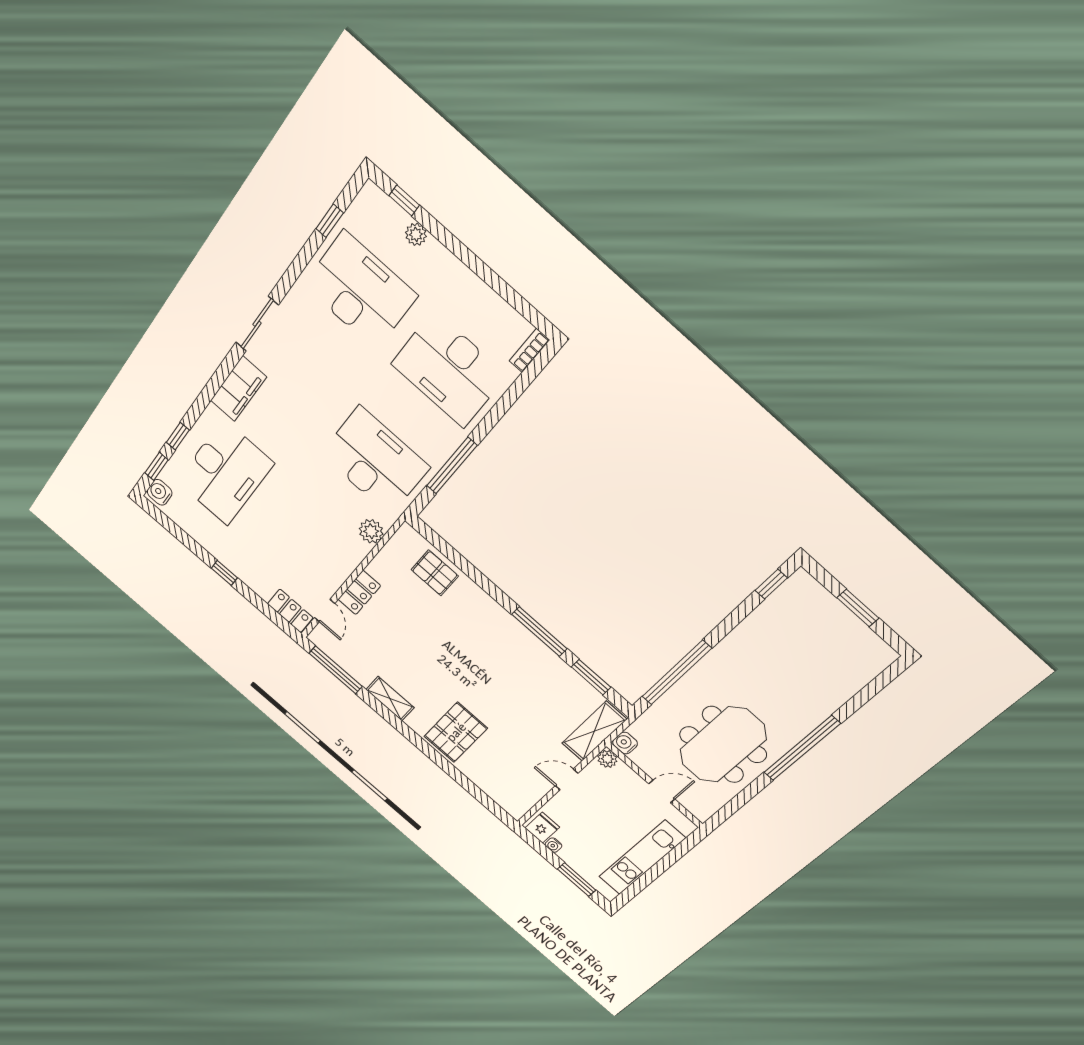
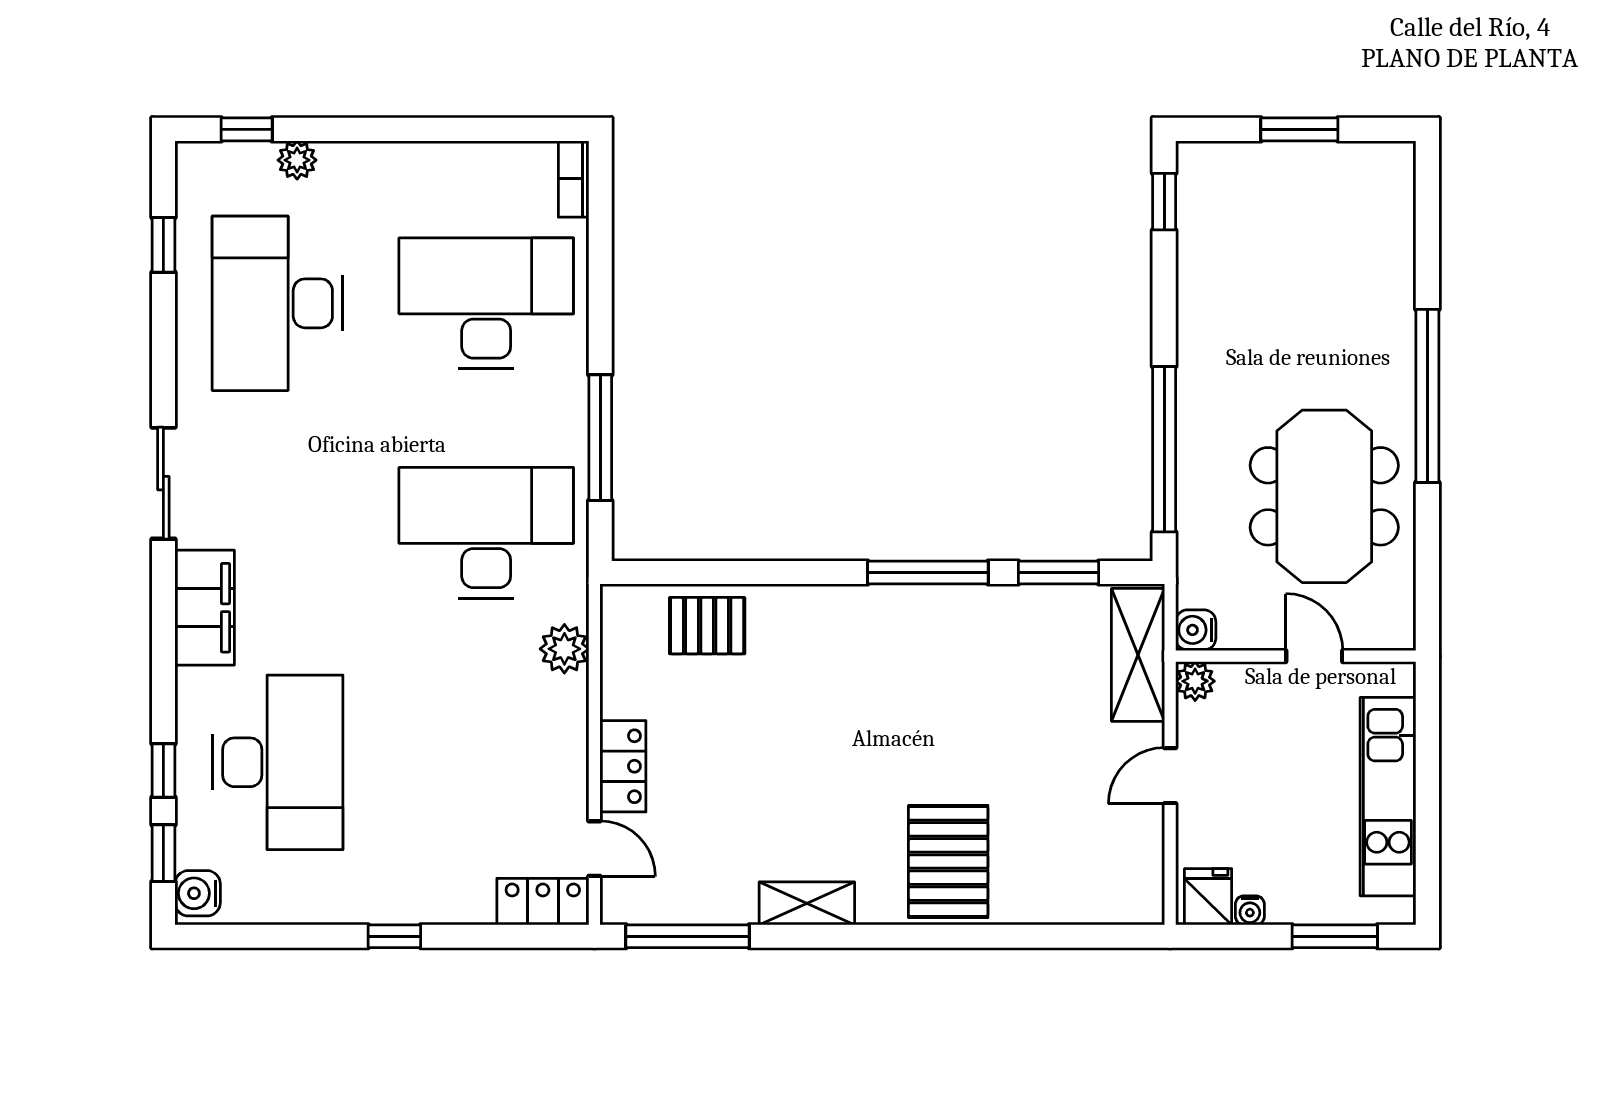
desk: (360, 291) -> (278, 303), turned -90
desk: (449, 370) -> (486, 303), turned 180
door: (662, 791) -> (1314, 656), hinge flipped

